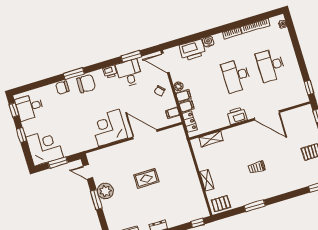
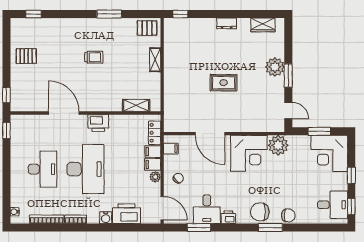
desk: (236, 76) -> (85, 169), width x1.36, depth x1.30
plant: (88, 141) -> (278, 145), added
plant: (105, 191) -> (275, 67), moved

